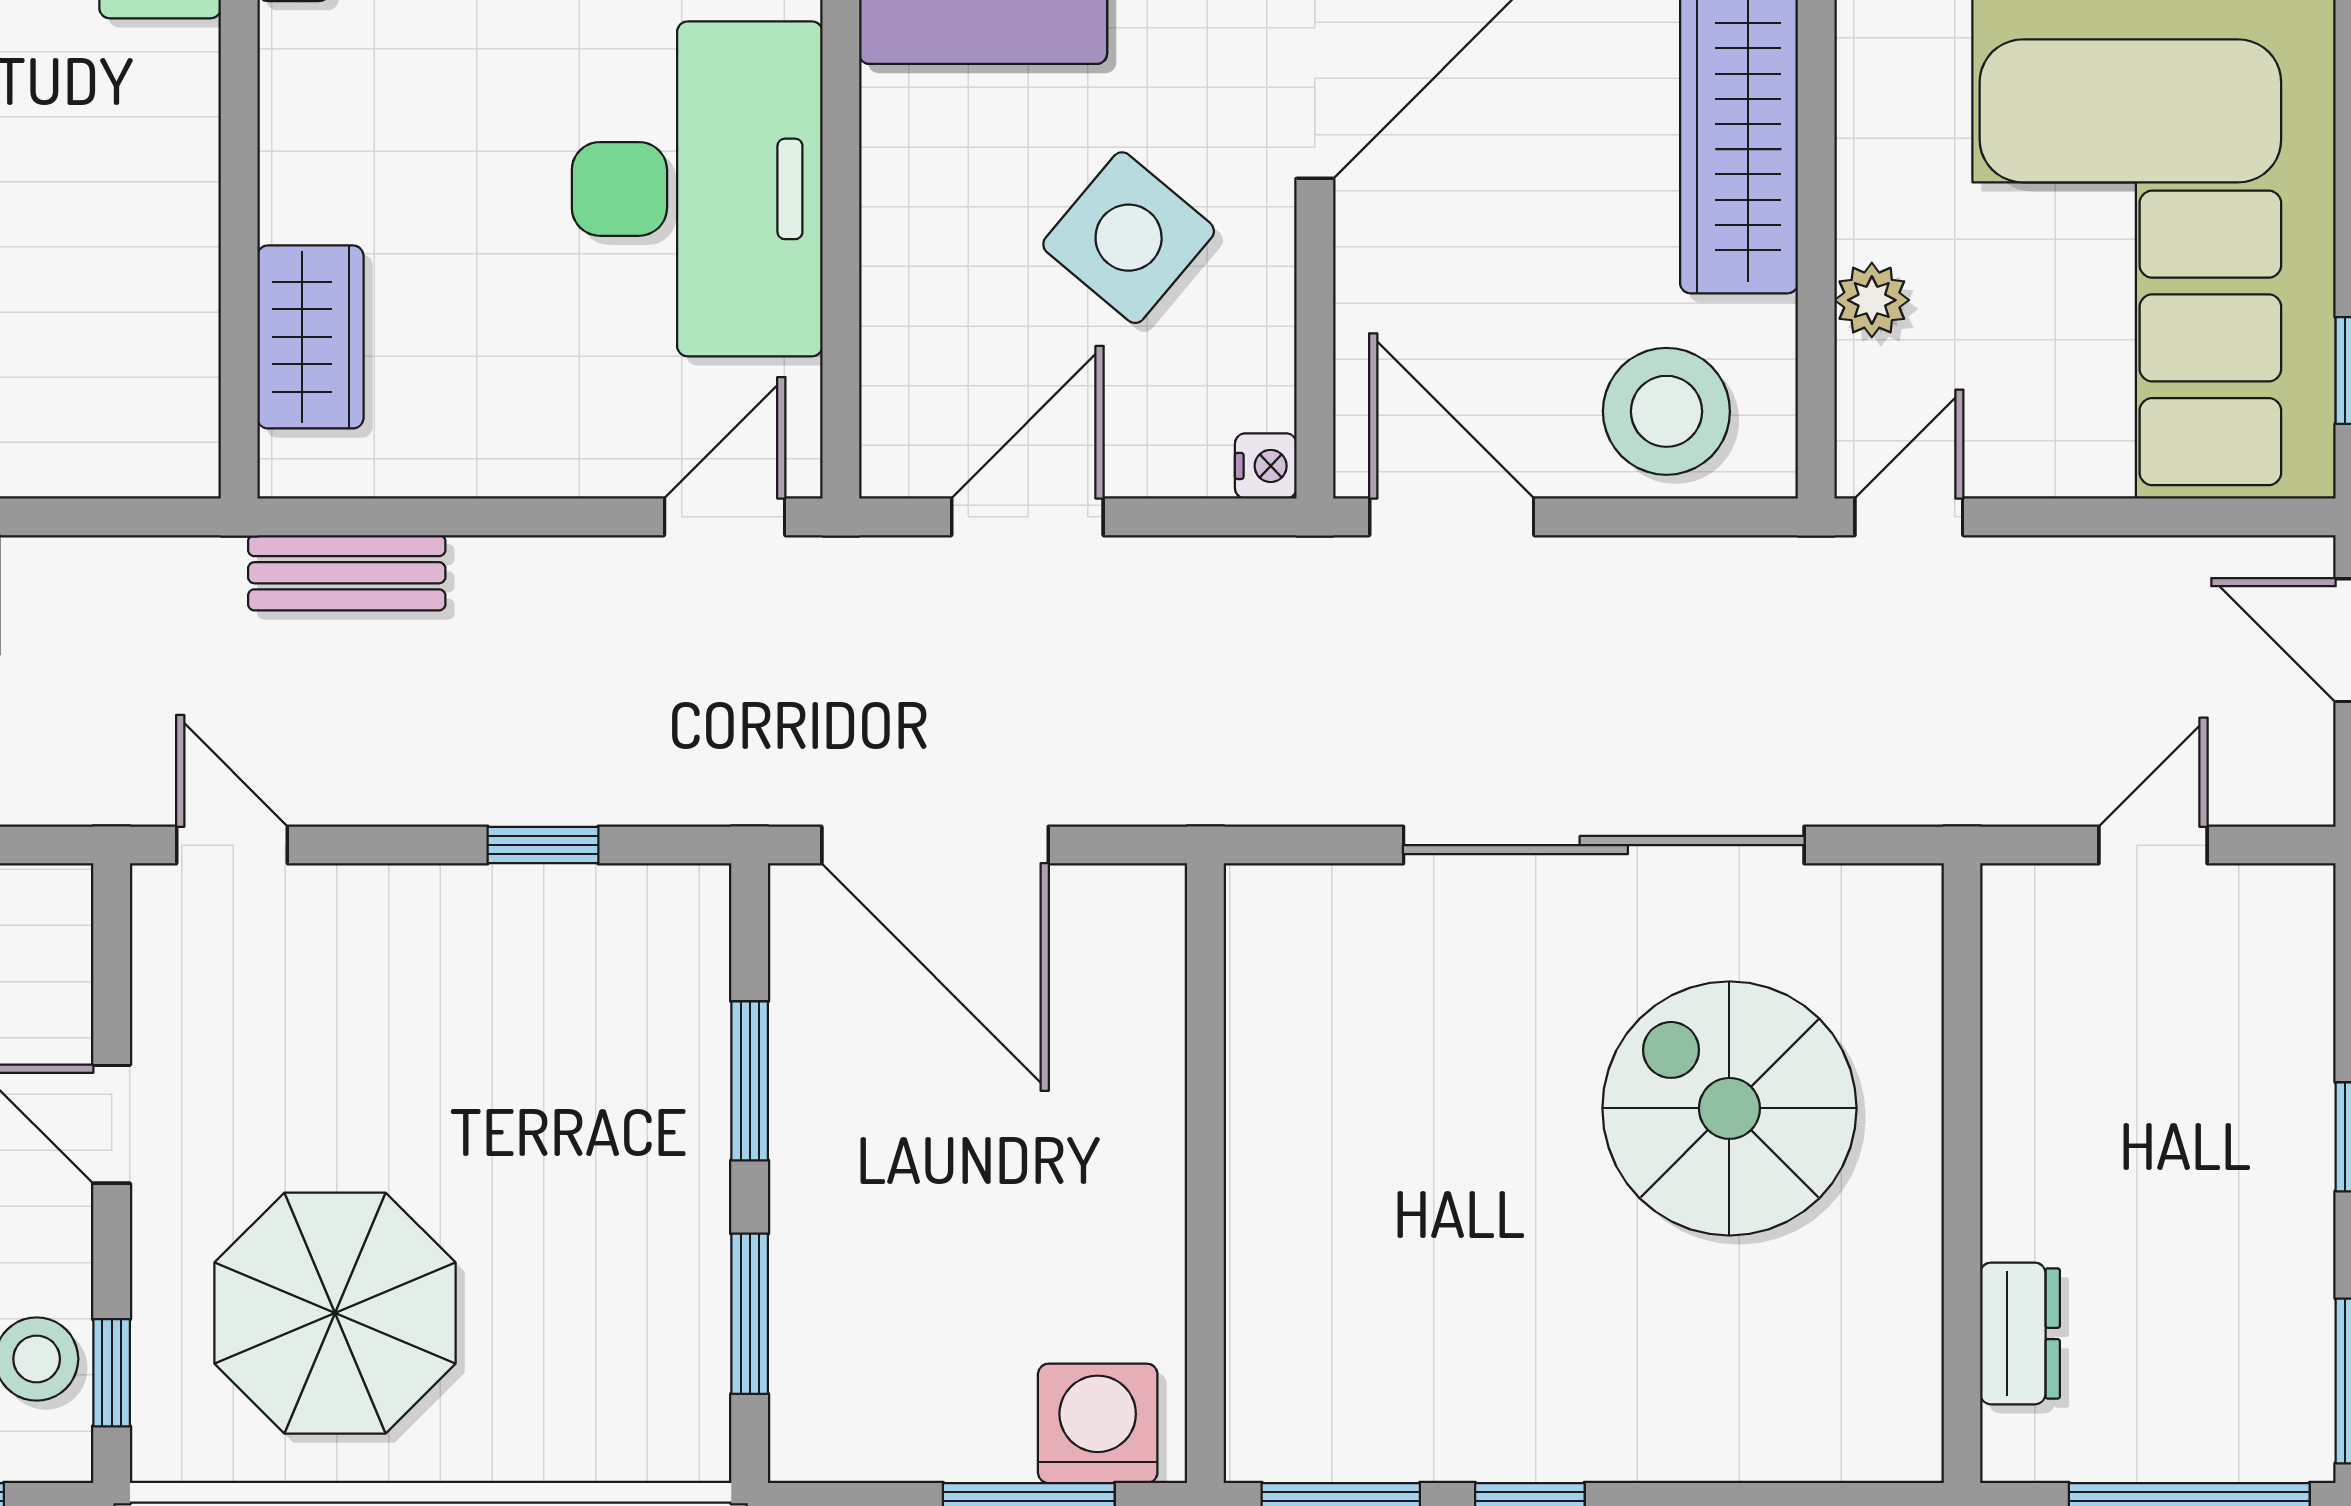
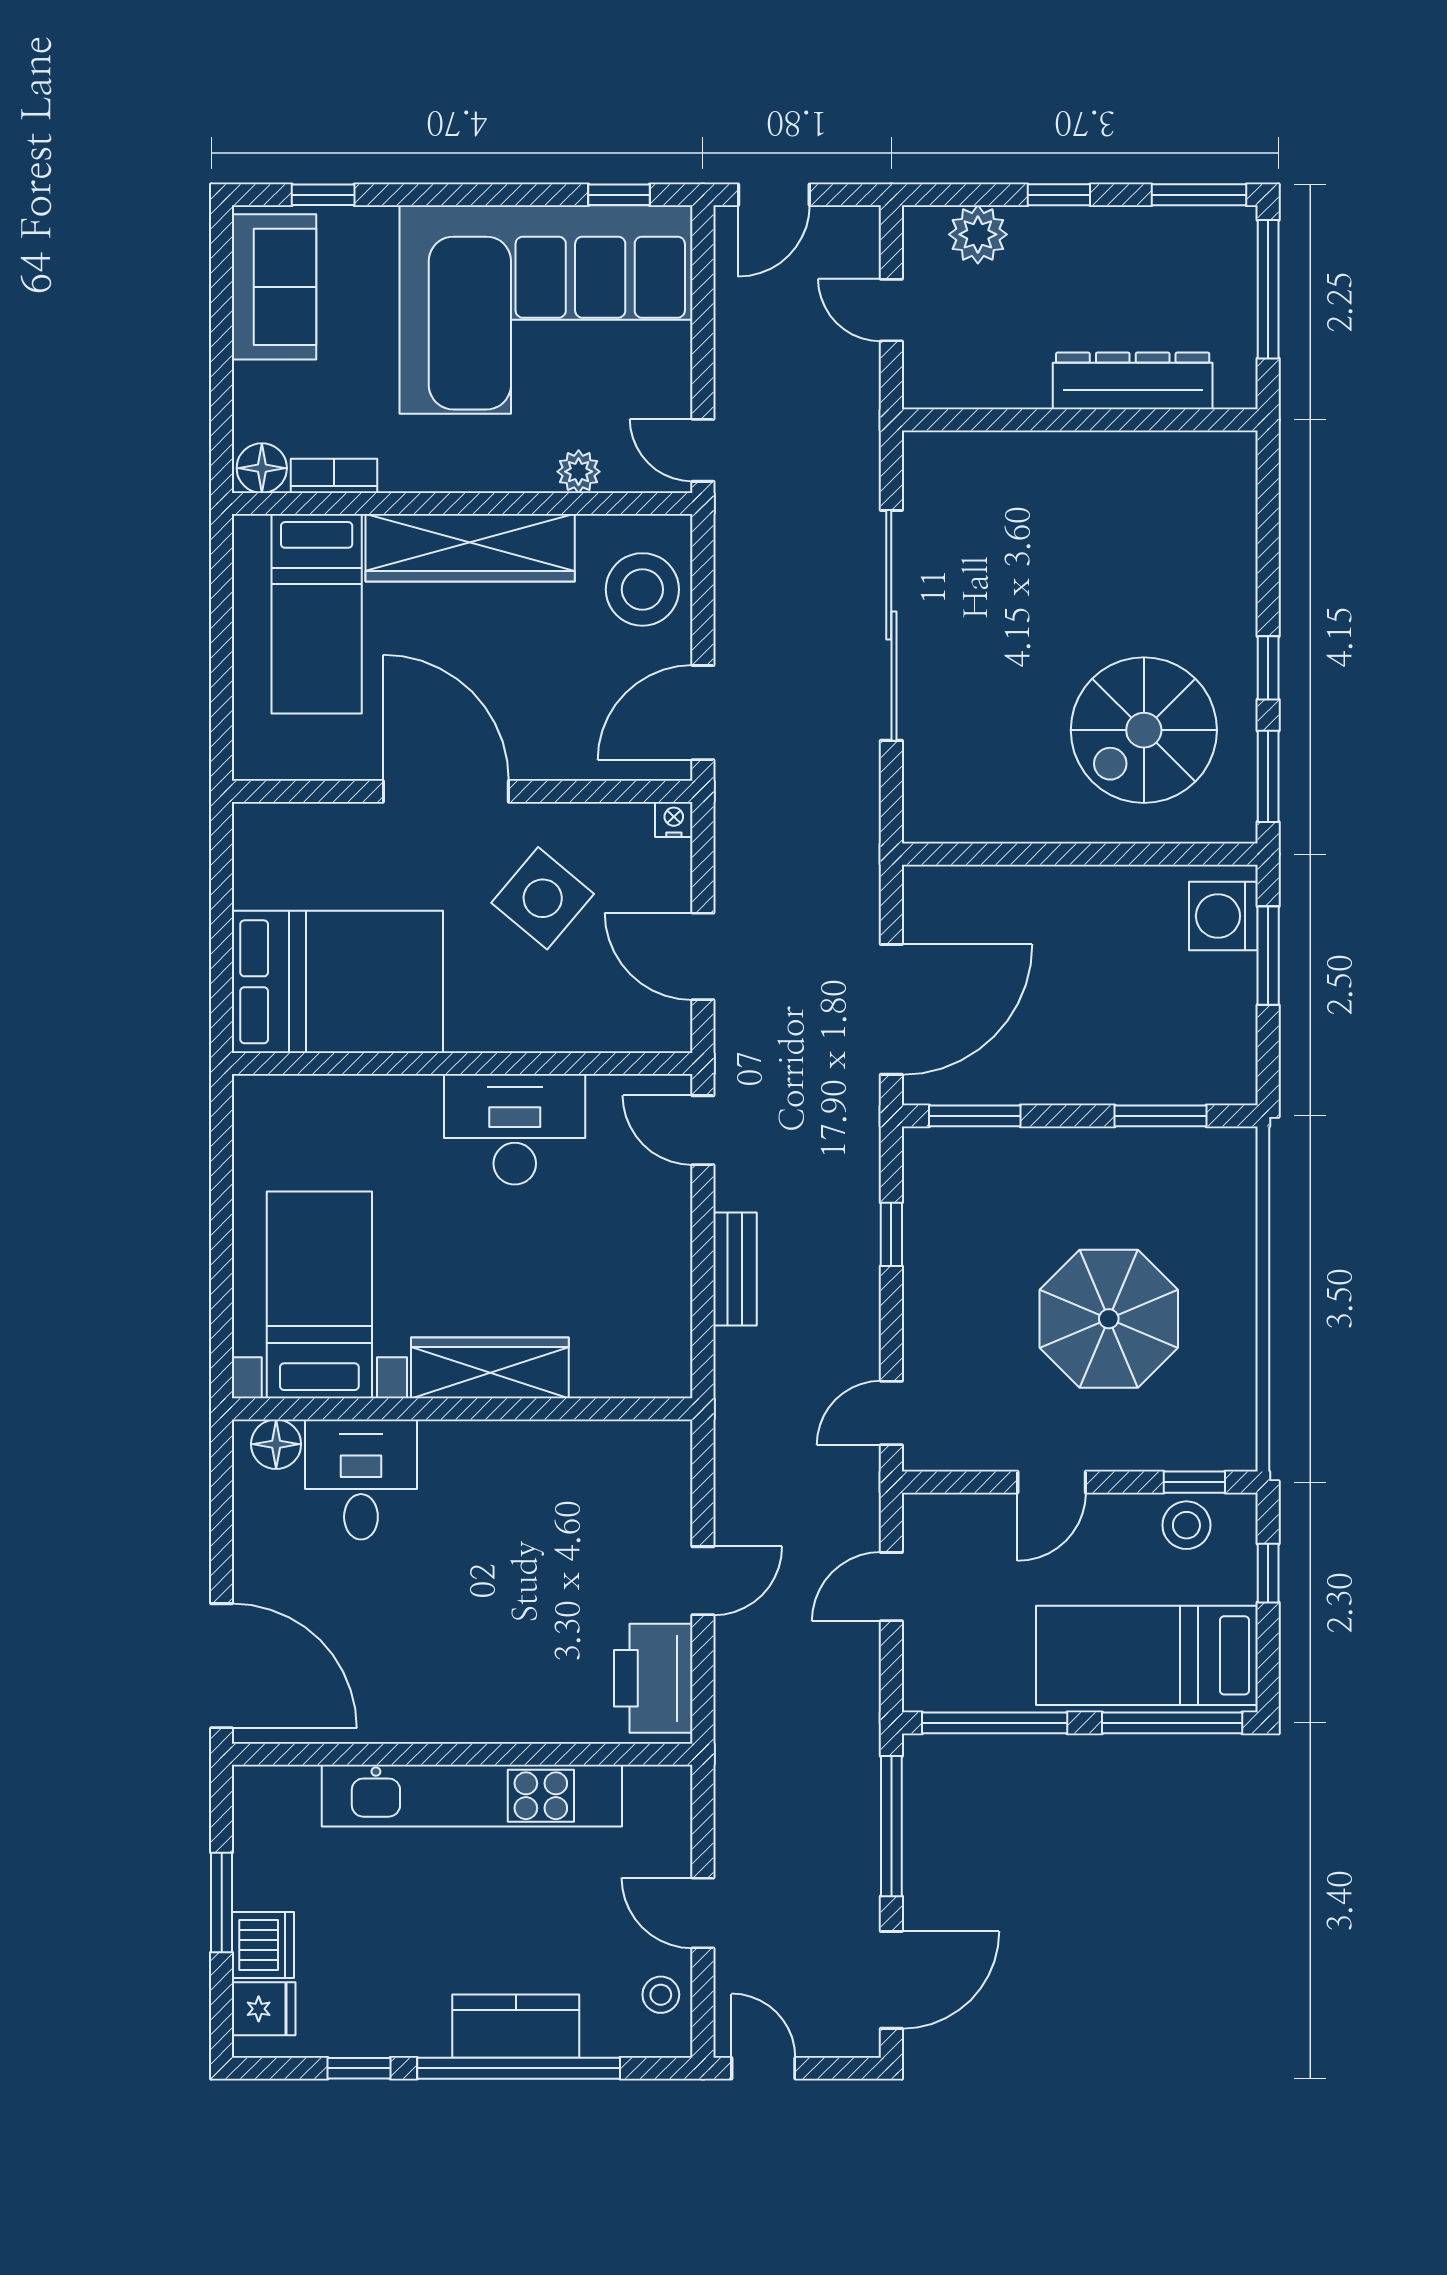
desk: (697, 189) -> (515, 1129), width x0.73, depth x0.77
wardrobe: (310, 337) -> (490, 1368), moved, width x1.50
bench: (347, 573) -> (735, 1269), moved
plant: (2285, 996) -> (978, 234), added
window: (750, 1081) -> (975, 1116), moved
spiral stairs: (1729, 1108) -> (1144, 730), moved
parasol: (335, 1313) -> (1109, 1319), moved
dresser: (2020, 1333) -> (1133, 381), width x1.96, depth x1.24

